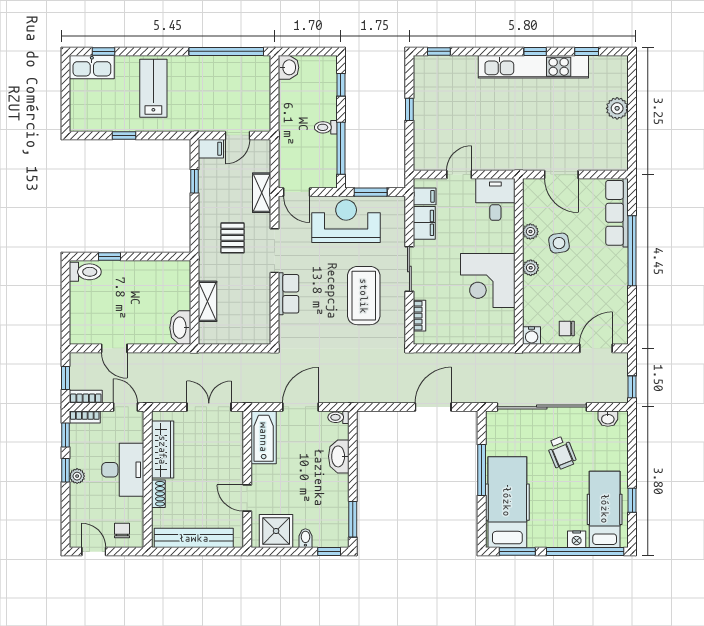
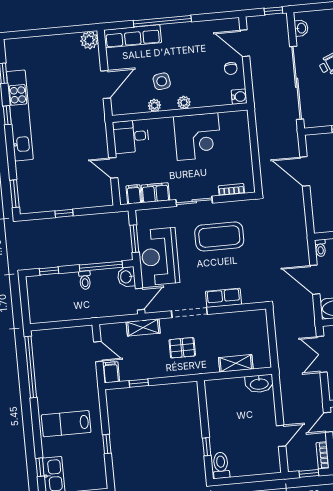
window: (439, 51) -> (15, 194), width x1.50
washbasin: (289, 67) -> (126, 277), moved, turned -90
plant: (617, 108) -> (89, 40), moved

